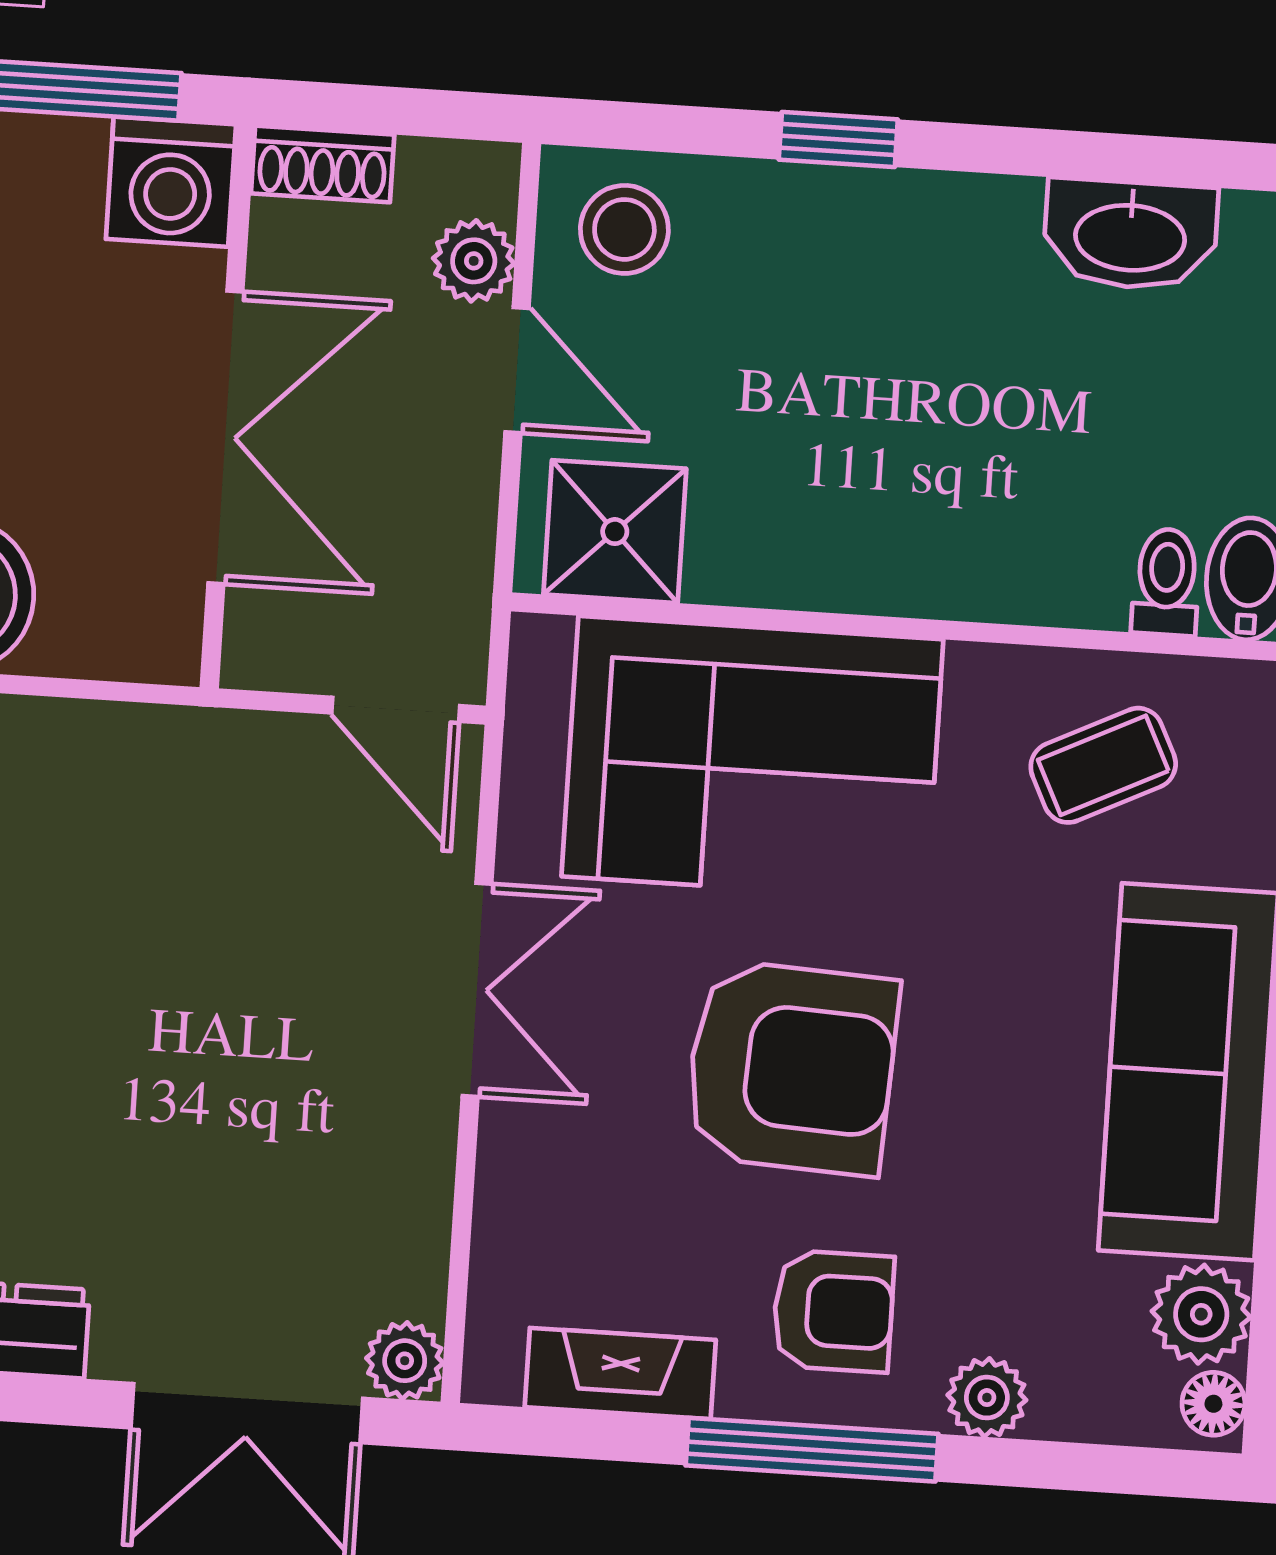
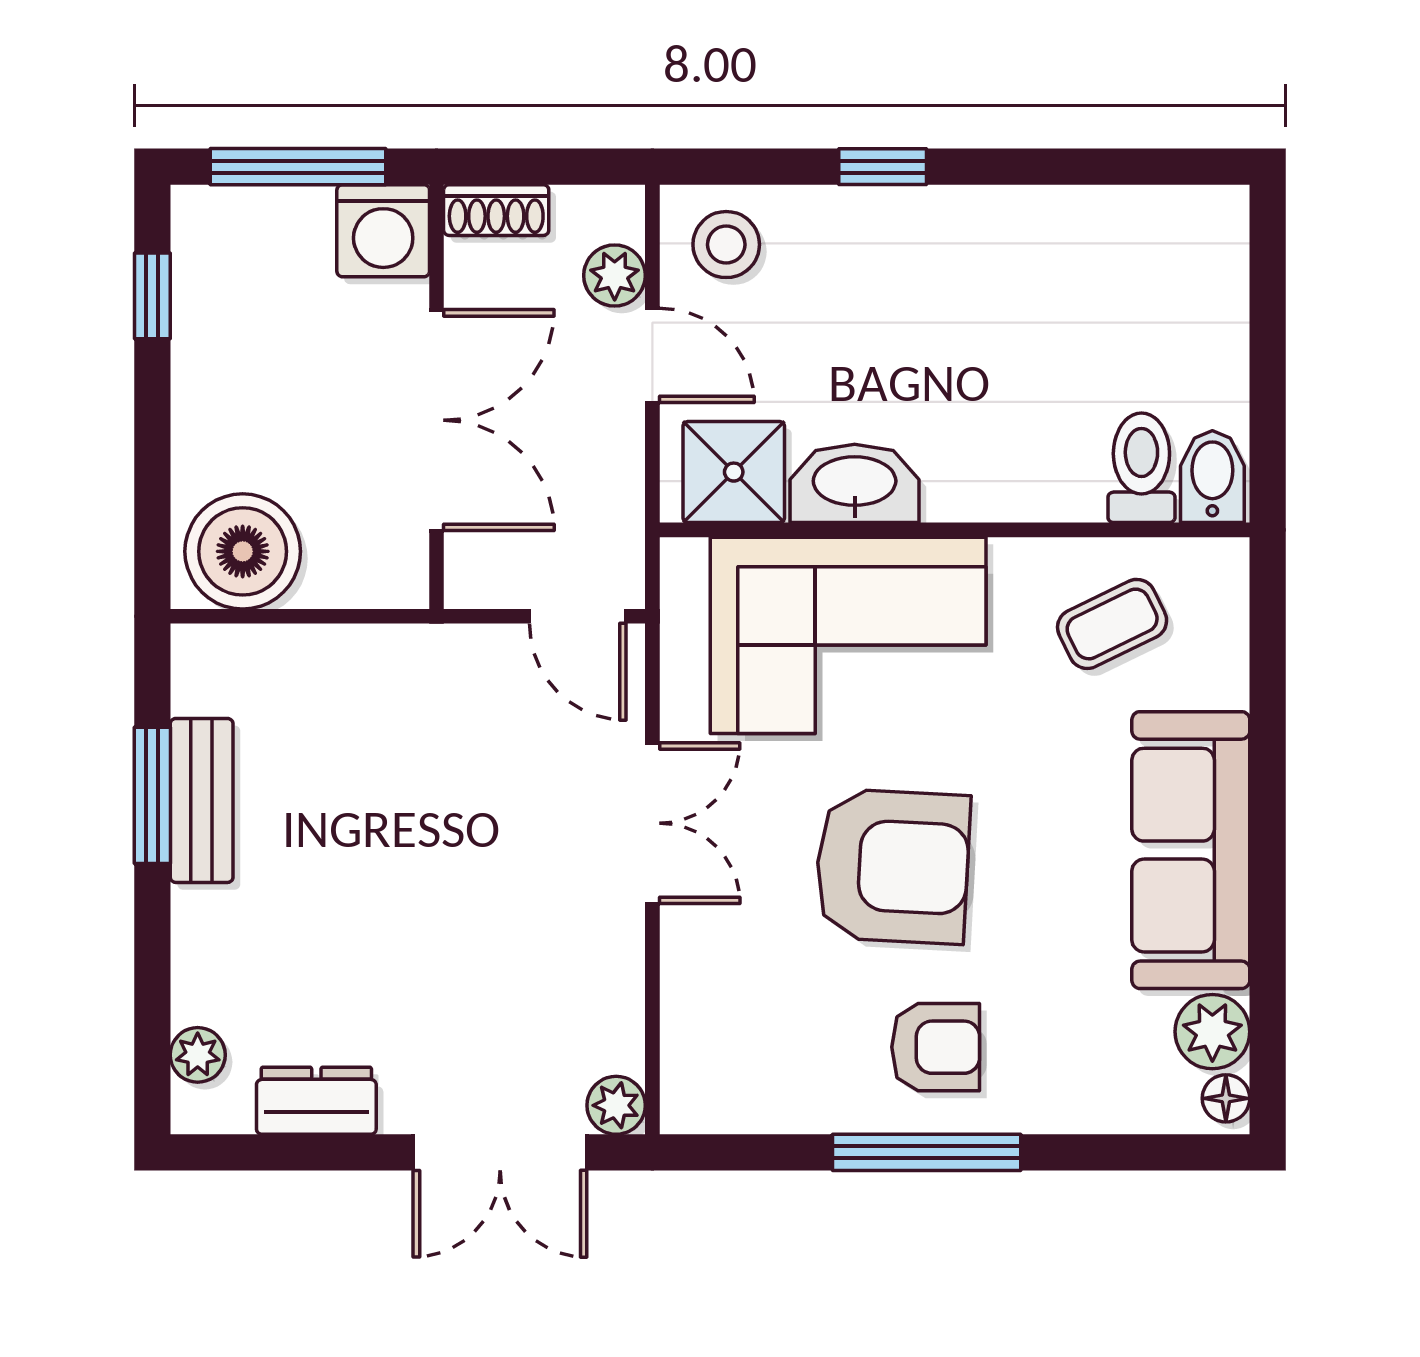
washbasin: (1130, 235) -> (855, 483), moved, turned 180
toilet: (1166, 582) -> (1141, 468), width x1.37, depth x1.39
fireplace: (620, 1373) -> (779, 1104), removed
plant: (987, 1398) -> (1055, 1105), removed

